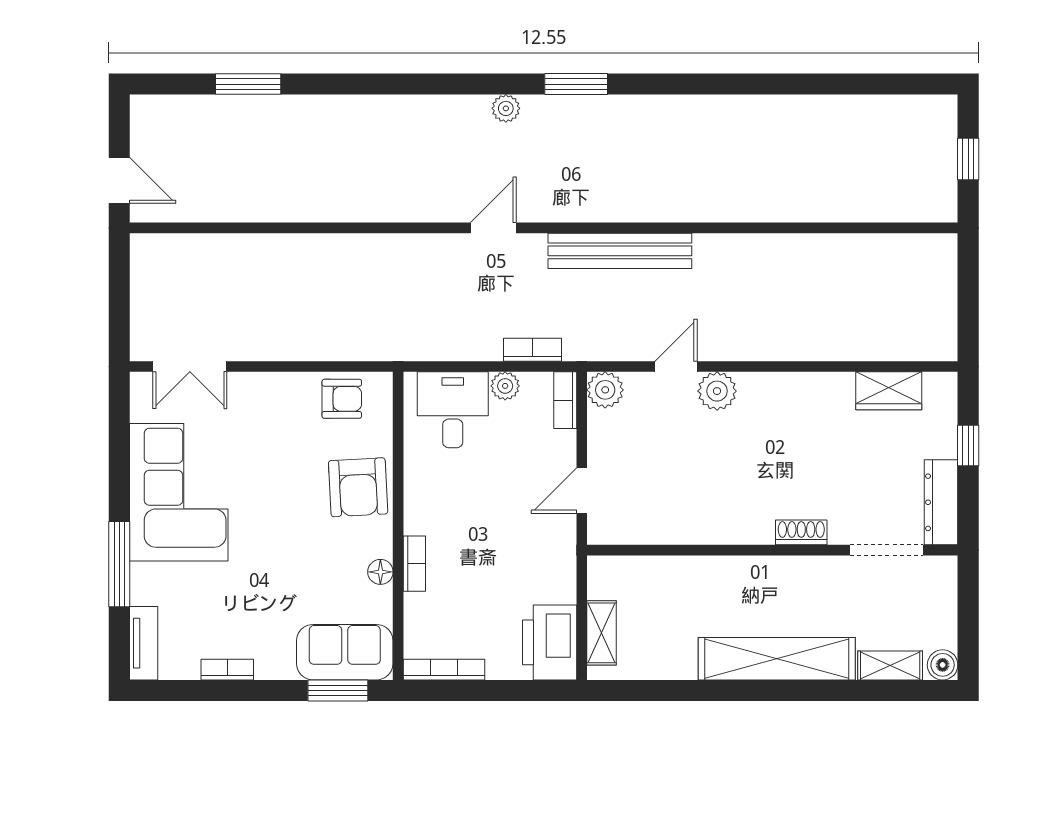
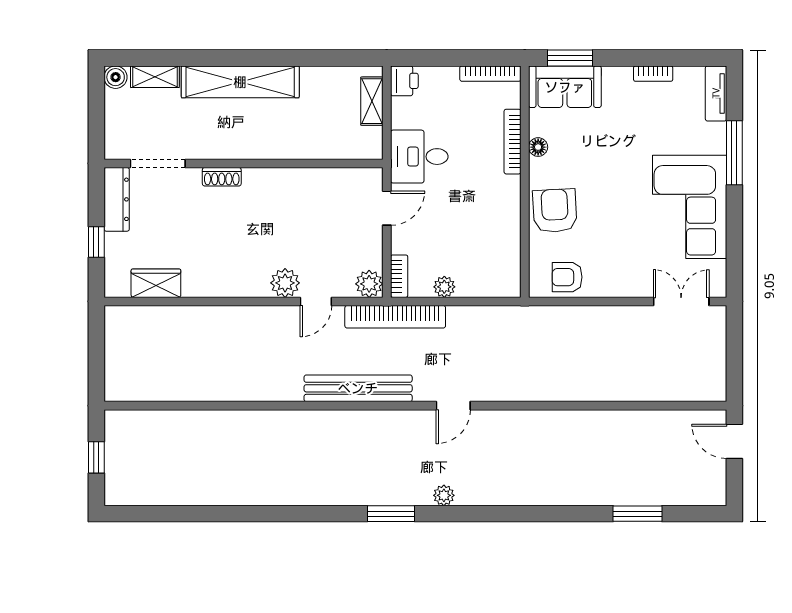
bookcase: (533, 350) -> (395, 317), width x2.31, depth x1.31
desk: (453, 410) -> (419, 157), moved, turned 90
bookcase: (414, 564) -> (512, 142), width x1.56
printer: (550, 642) -> (404, 81), width x0.53, depth x0.68

